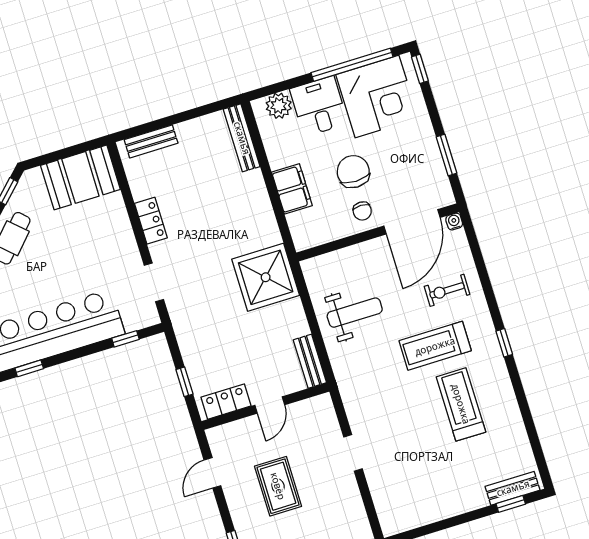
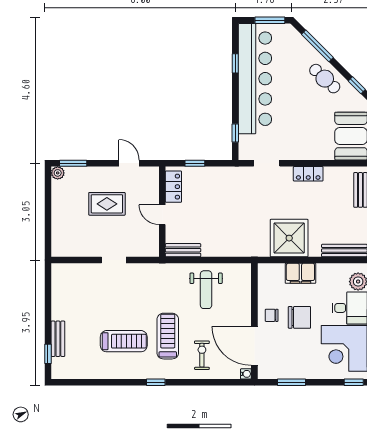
shower: (266, 277) -> (289, 238), moved
bench: (513, 488) -> (58, 339), moved

